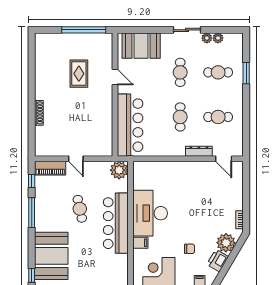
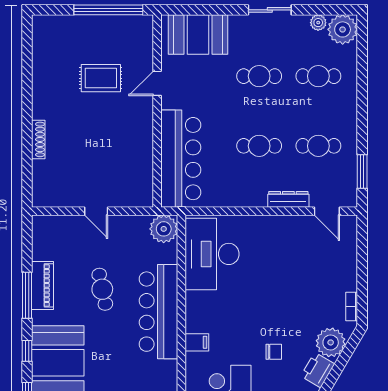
plant: (207, 38) -> (343, 29), moved, width x1.88, depth x1.88
cafe table: (180, 72) -> (259, 76), turned 90
window: (246, 73) -> (362, 172), moved
rug: (79, 74) -> (101, 78), turned 90
door: (115, 77) -> (157, 83), swing flipped
cafe table: (180, 117) -> (259, 146), turned 90
piano: (50, 168) -> (43, 285), moved, turned -90
window: (32, 181) -> (27, 351), moved
desk: (150, 213) -> (212, 254), moved

